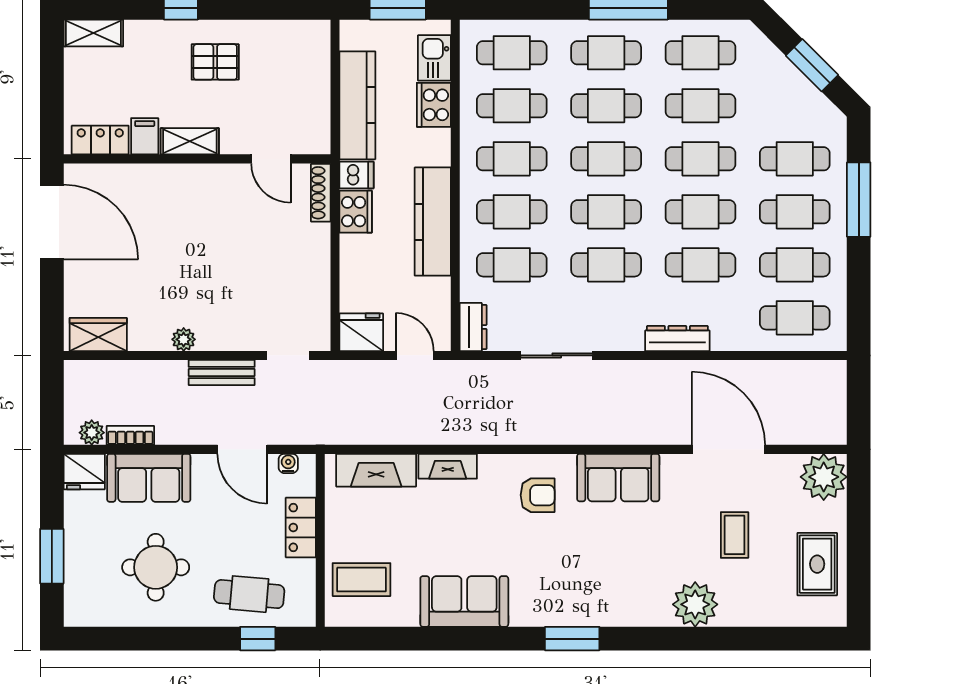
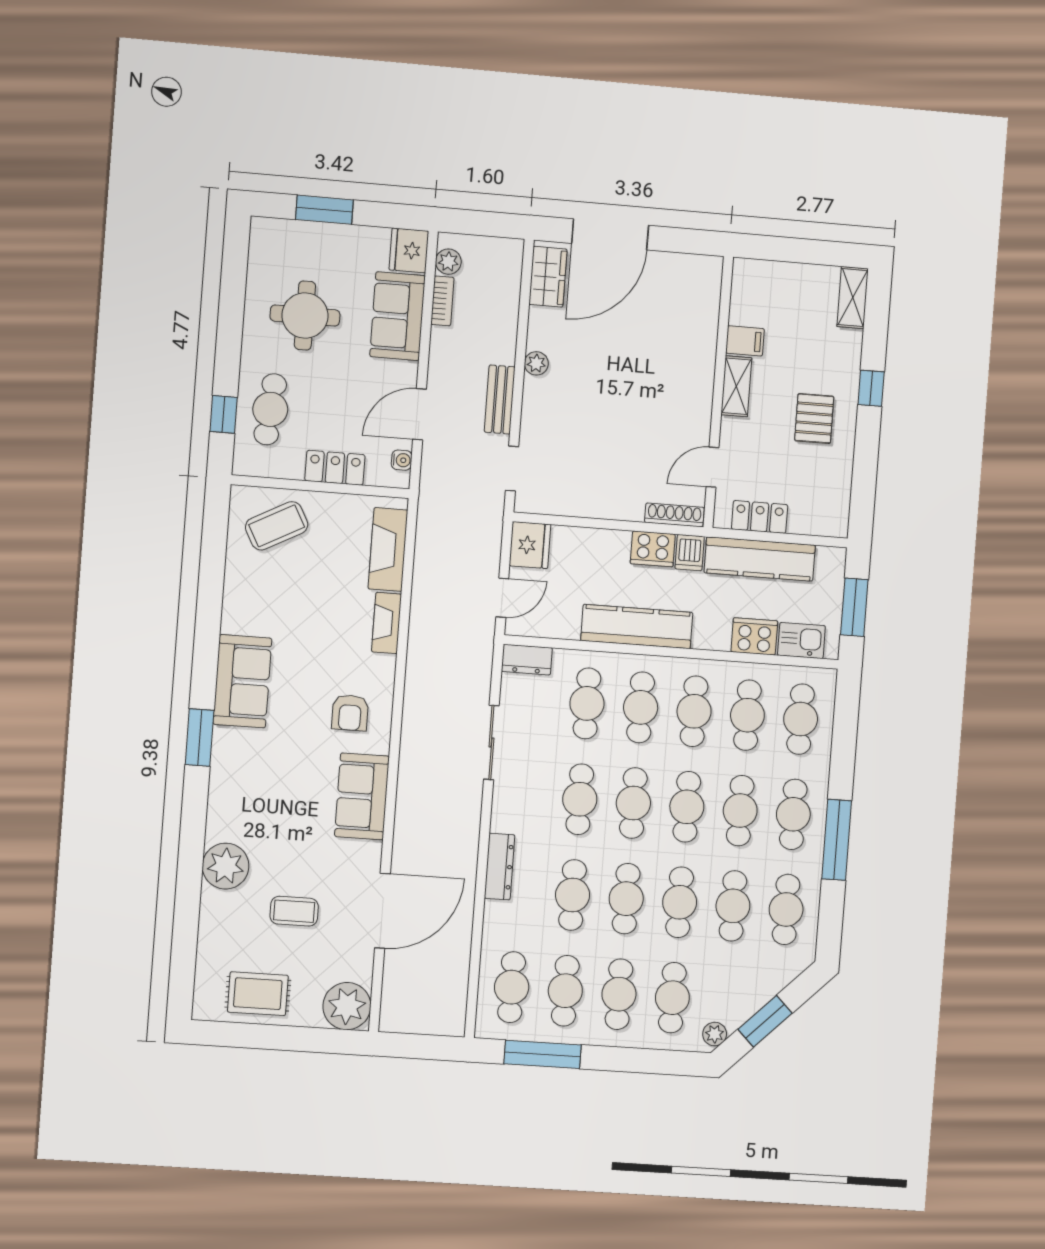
plant: (828, 114) -> (715, 1034), added
locker: (100, 140) -> (760, 517), moved, turned -90
window: (859, 200) -> (543, 1054), moved
door: (52, 222) -> (610, 234), moved
coffee table: (361, 580) -> (277, 526), turned 62
sofa: (464, 601) -> (242, 681), moved

